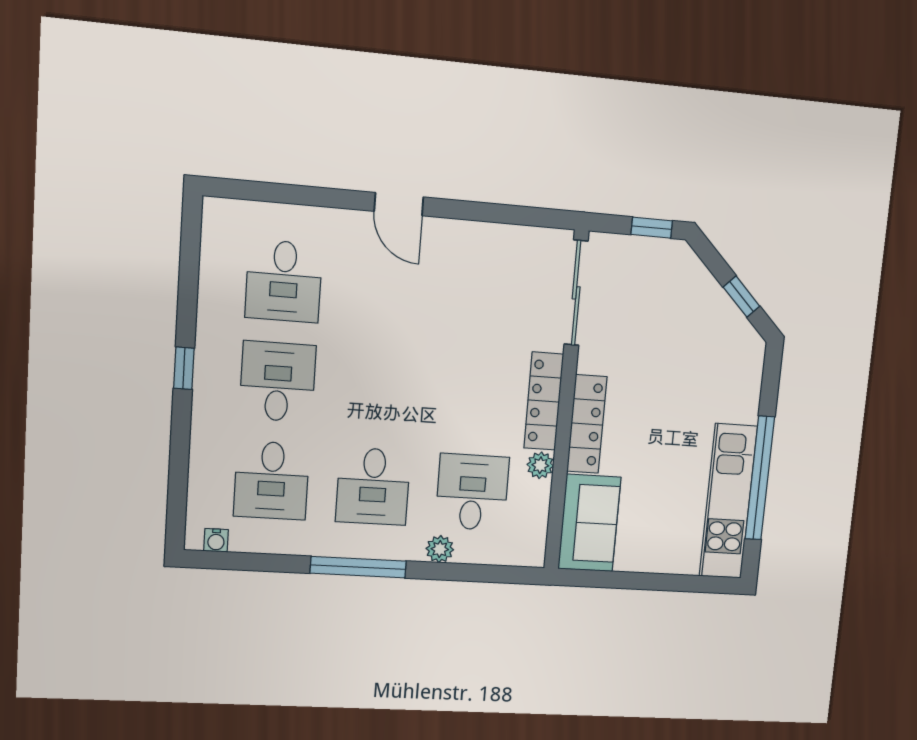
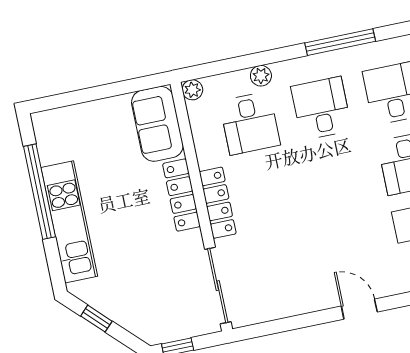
plant: (540, 465) -> (192, 90), moved
kitchen unit: (728, 501) -> (69, 222), moved
window: (358, 567) -> (340, 42), moved

